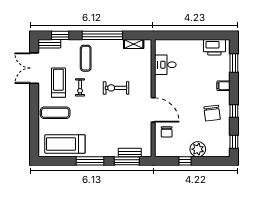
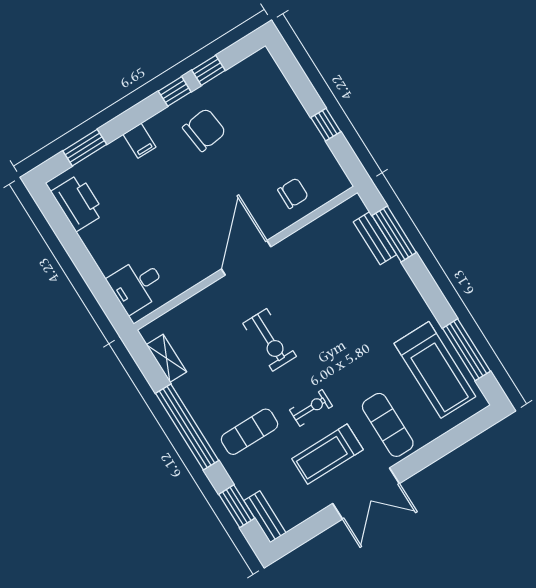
desk: (165, 65) -> (137, 285), moved, turned 90
double door: (34, 68) -> (366, 493), moved
door: (153, 110) -> (246, 258), moved
window: (234, 142) -> (209, 70), moved
plant: (198, 149) -> (289, 114), removed
window: (90, 161) -> (466, 350), moved

